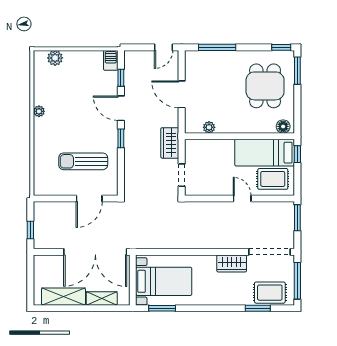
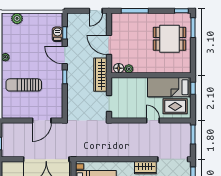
barbecue: (111, 60) -> (57, 34), moved
dining table: (265, 86) -> (170, 39), turned 90
floor lamp: (283, 126) -> (119, 68), moved
wardrobe: (170, 143) -> (100, 75), width x1.50
sun lounger: (83, 161) -> (24, 85), moved

